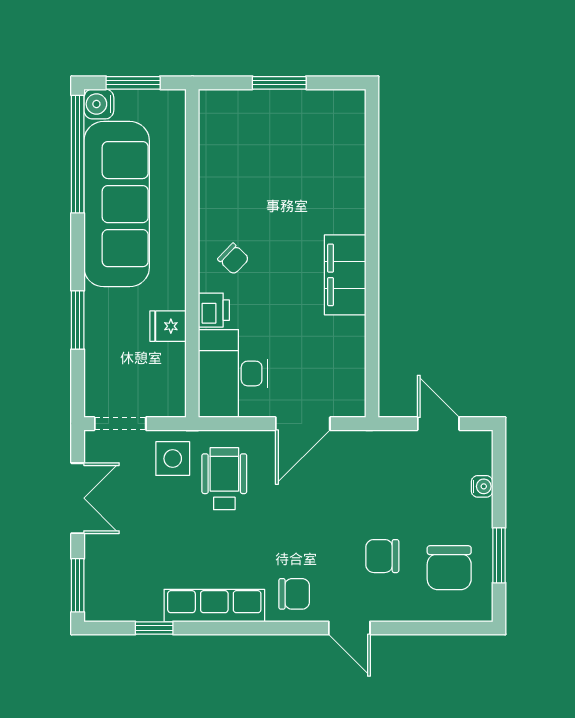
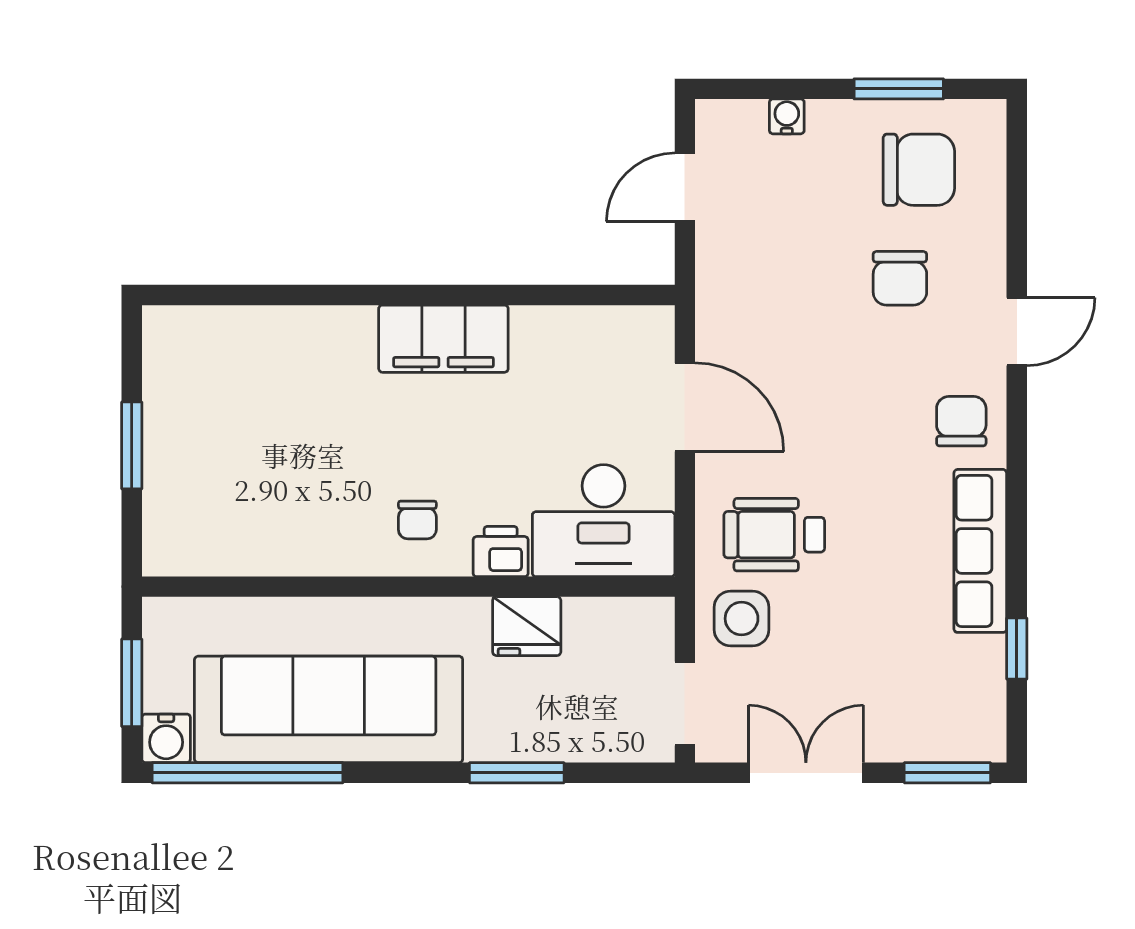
chair: (233, 259) -> (417, 520), turned 136
fridge: (168, 326) -> (527, 626), width x1.38

